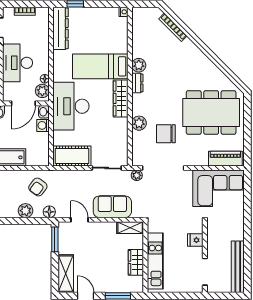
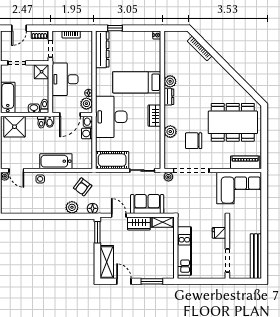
wardrobe: (121, 98) -> (154, 116), width x0.67
wardrobe: (136, 262) -> (139, 223), moved, turned -90

